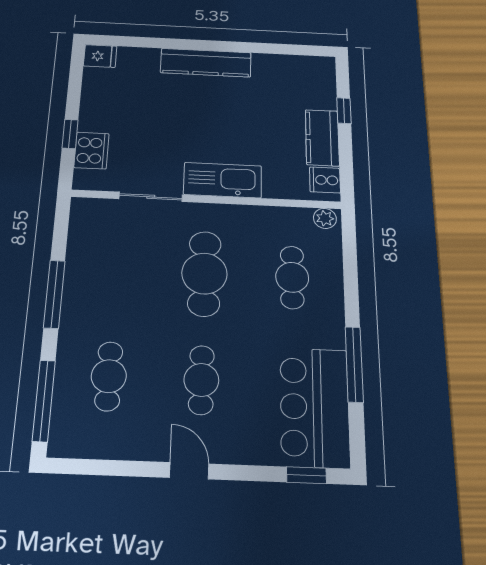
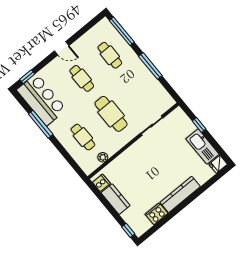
window: (344, 111) -> (128, 230), moved
cooker: (91, 151) -> (156, 214), moved, turned 90
kitchen sink: (223, 180) -> (202, 146), moved, turned 90
plant: (325, 218) -> (103, 157), moved

